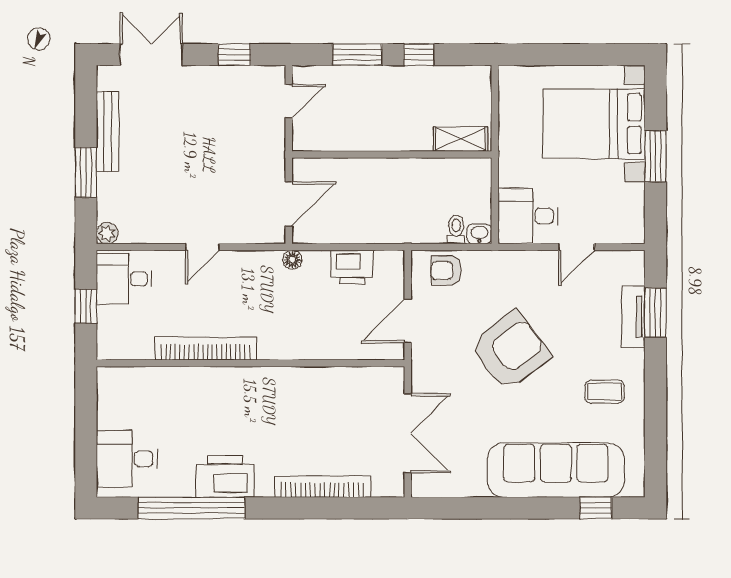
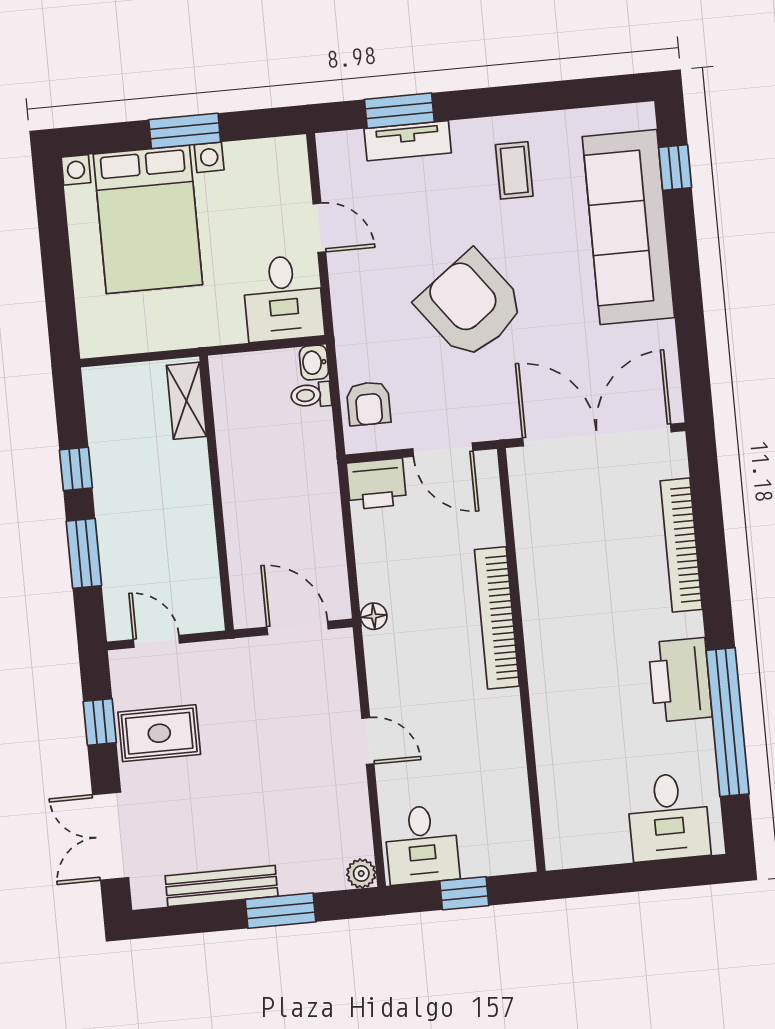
rug: (222, 97) -> (159, 733), added
printer: (352, 267) -> (376, 484), moved, turned 90
bookcase: (205, 348) -> (497, 618), moved
double door: (408, 433) -> (597, 435), width x1.36

